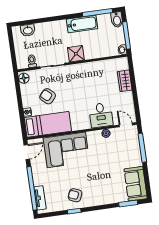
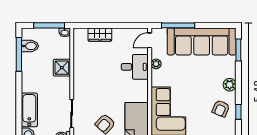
bidet: (117, 20) -> (30, 46), moved
bathtub: (82, 24) -> (29, 110), moved
shower: (76, 54) -> (62, 68), moved
sofa: (136, 184) -> (202, 41), width x1.85, depth x1.27
plant: (97, 200) -> (230, 85), added

